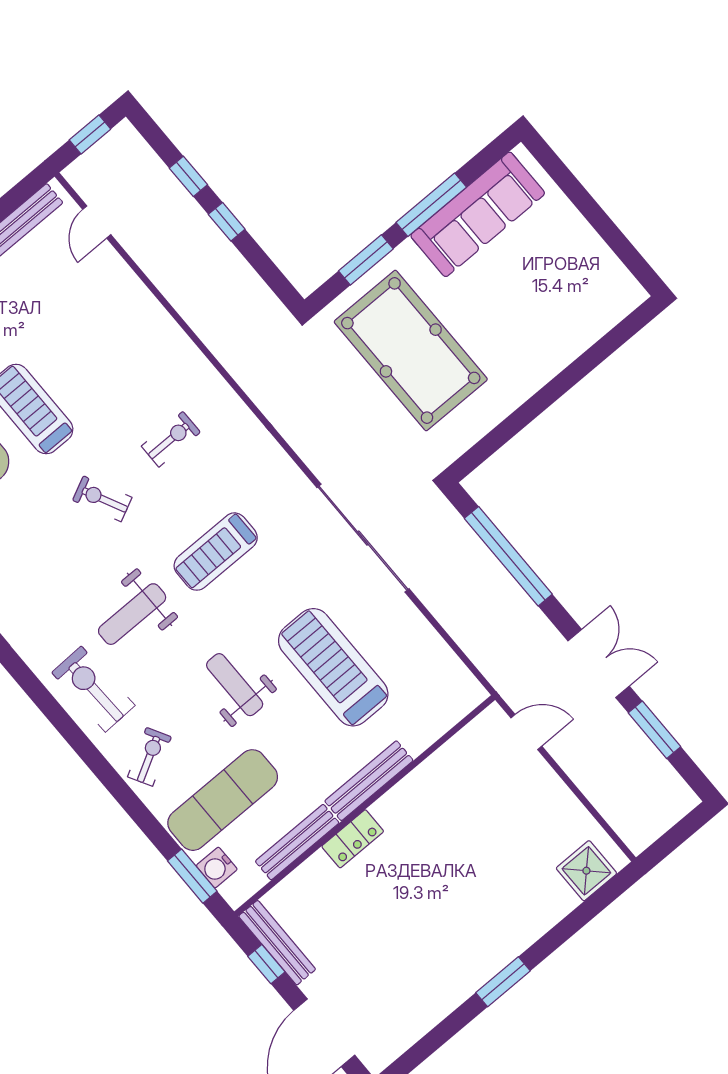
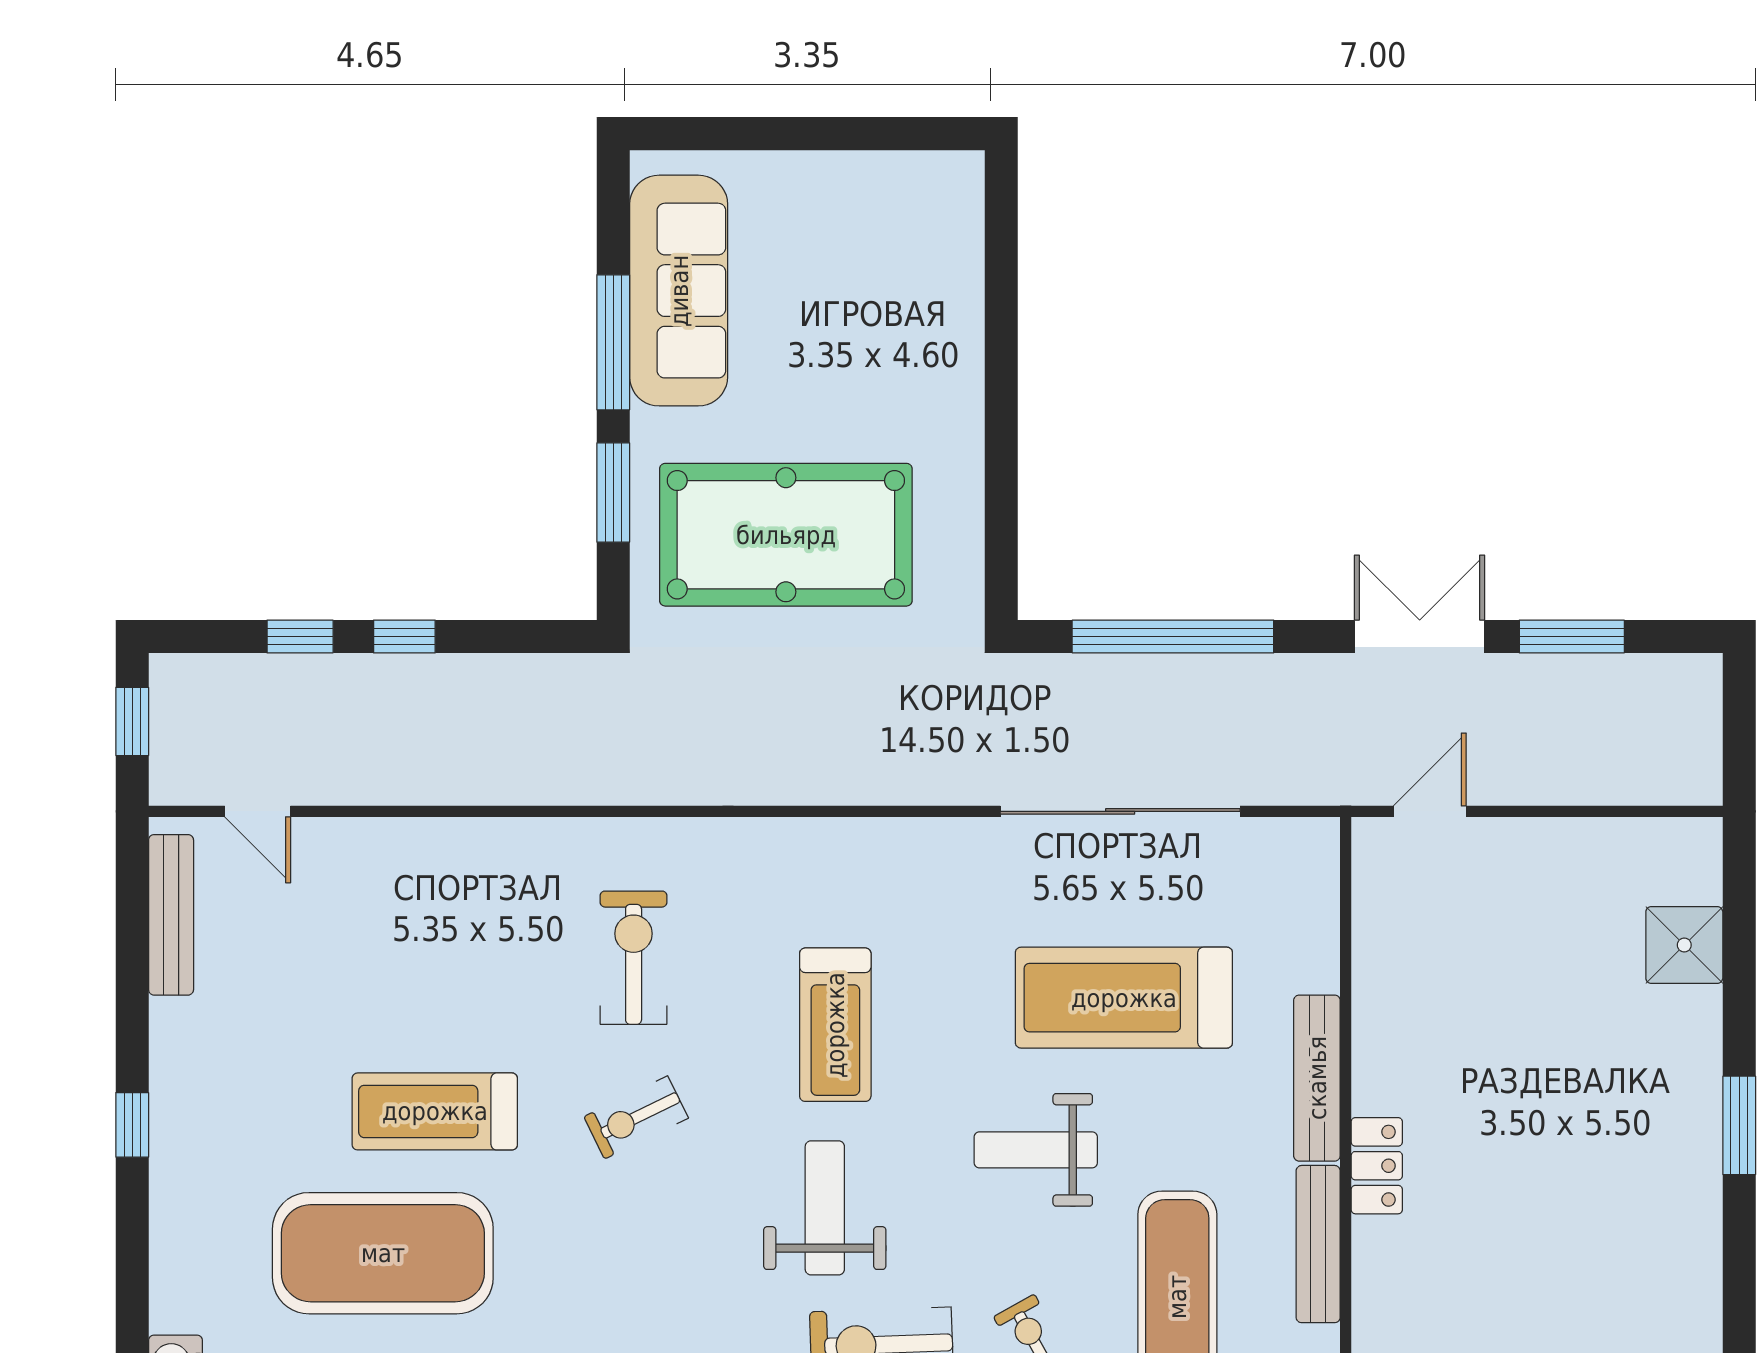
exercise bike: (171, 439) -> (634, 958), width x1.38, depth x1.39
sliding door: (363, 538) -> (1120, 811), moved
weight bench: (132, 614) -> (825, 1208), turned 180
shower: (586, 871) -> (1684, 945), moved

